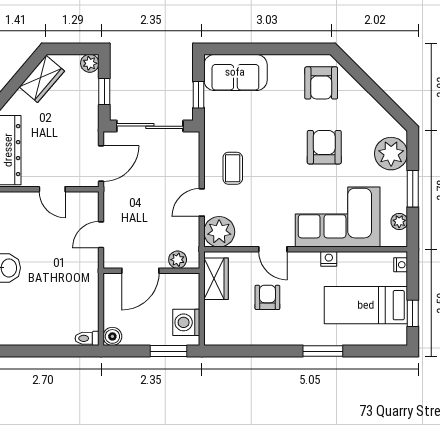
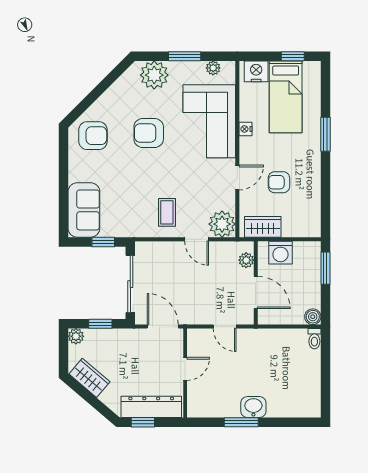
coffee table: (233, 168) -> (167, 212), turned 90
nightstand: (401, 265) -> (256, 71), width x1.89, depth x1.79
washing machine: (186, 322) -> (280, 253), moved

